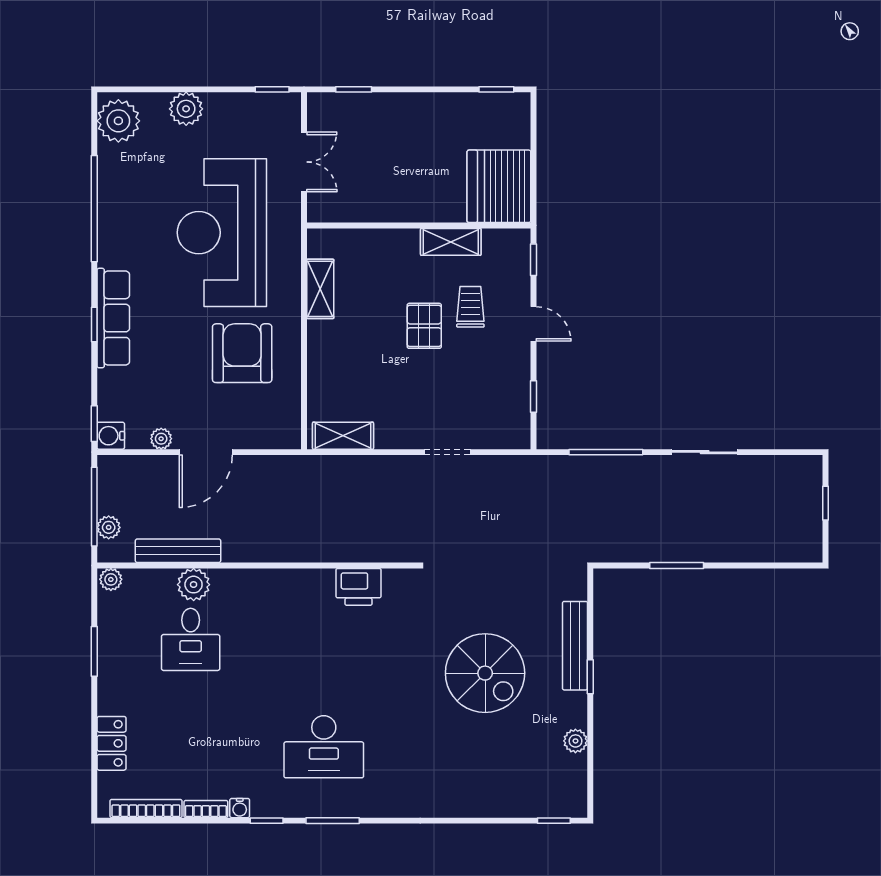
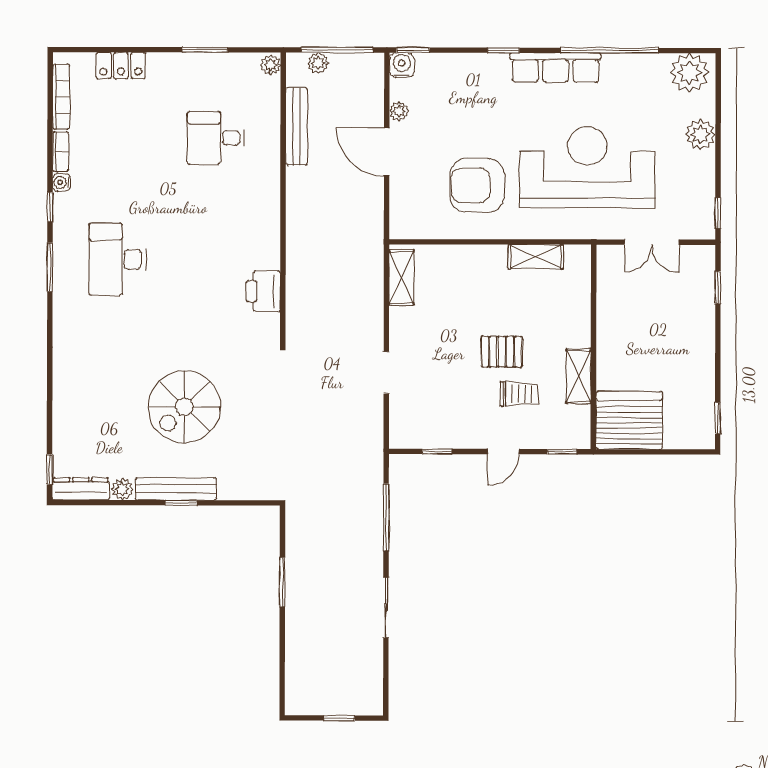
row of seats: (113, 318) -> (555, 68), moved
armchair: (242, 353) -> (477, 185), turned 180
plant: (194, 585) -> (266, 141), removed
bench: (575, 646) -> (176, 489), moved
dresser: (575, 786) -> (81, 489), added

